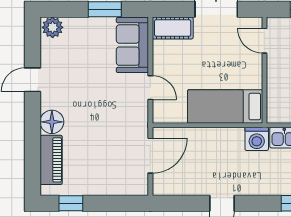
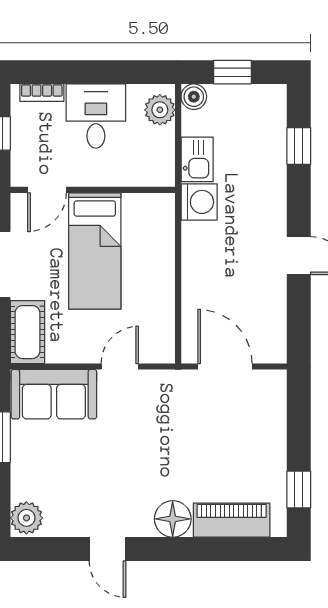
bed: (225, 107) -> (95, 251), moved

